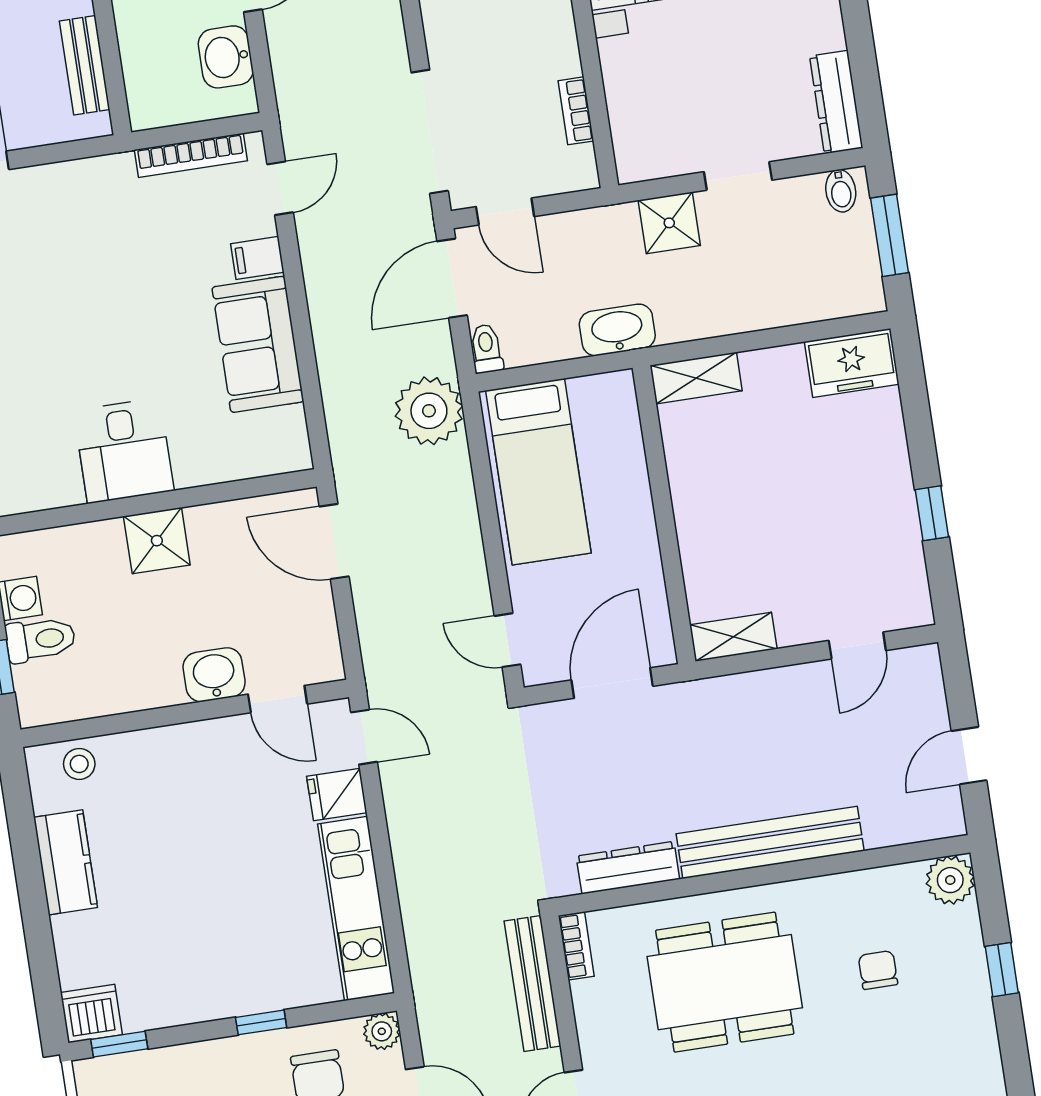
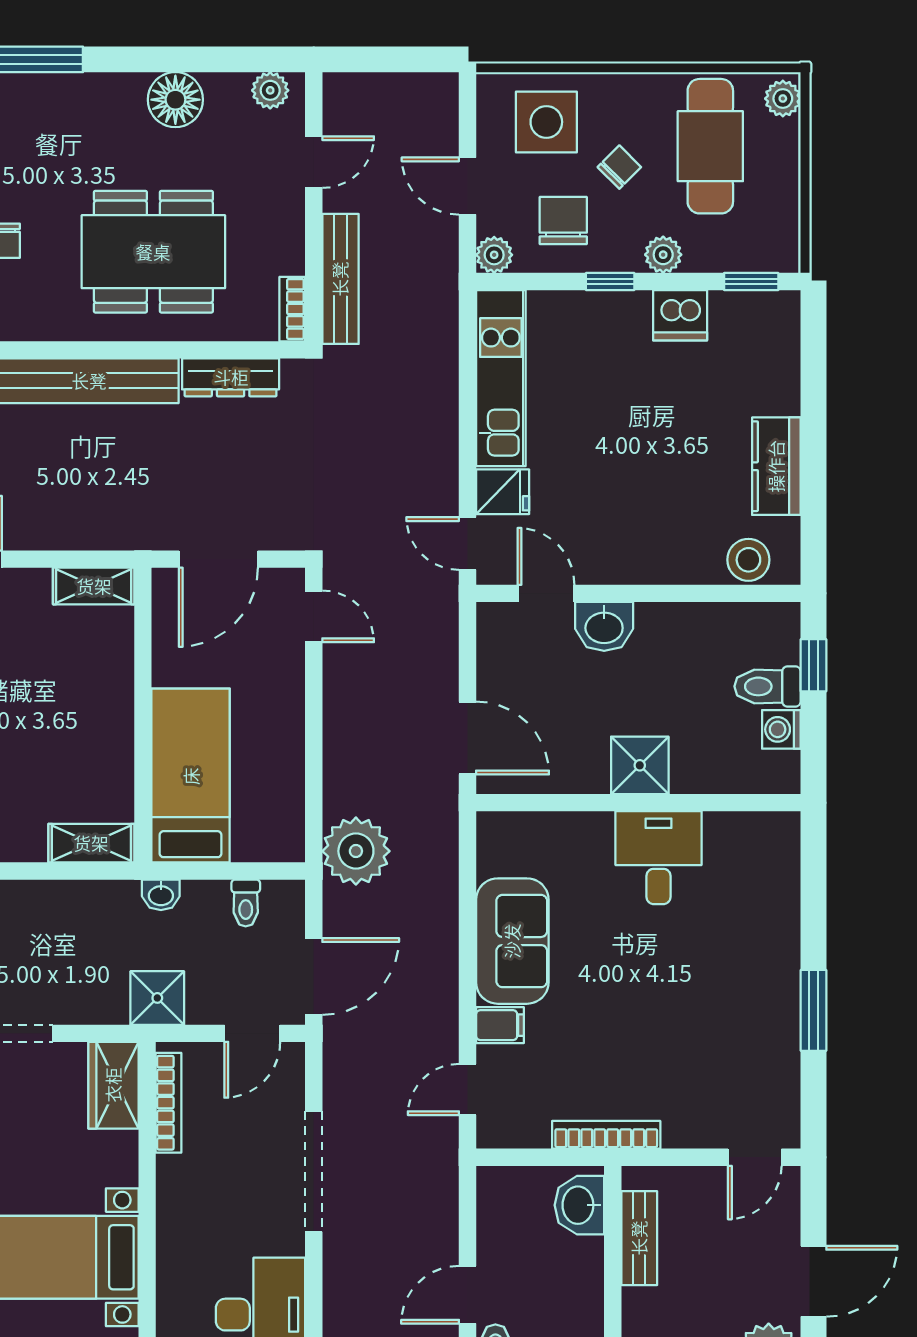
washbasin: (226, 57) -> (579, 1205), moved, turned 180
bookcase: (576, 111) -> (168, 1103), width x1.56
doorway: (430, 132) -> (314, 1171), moved
wardrobe: (637, 138) -> (113, 1085), added
bookcase: (191, 155) -> (606, 1135), moved
door: (505, 212) -> (252, 1033), swing flipped
shower: (669, 223) -> (157, 998), moved
washbasin: (617, 330) -> (161, 895), width x0.52, depth x0.69
toilet: (486, 349) -> (246, 903), moved
bed: (538, 472) -> (191, 776), moved
stool: (79, 764) -> (748, 560), width x1.37, depth x1.37
dishwasher: (91, 1014) -> (680, 315), moved
plant: (212, 1058) -> (663, 255), added

